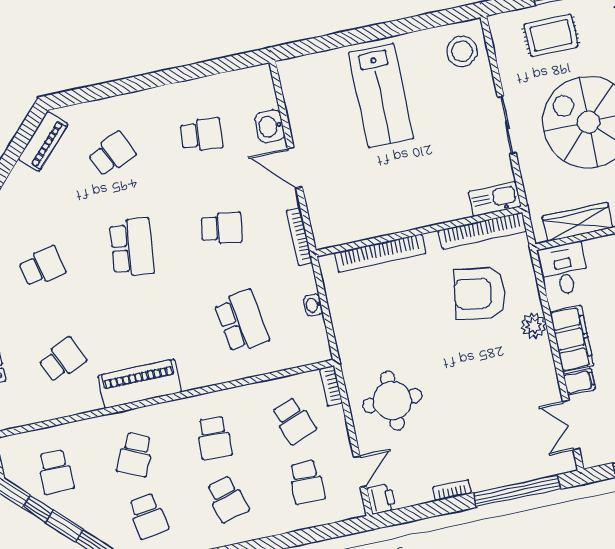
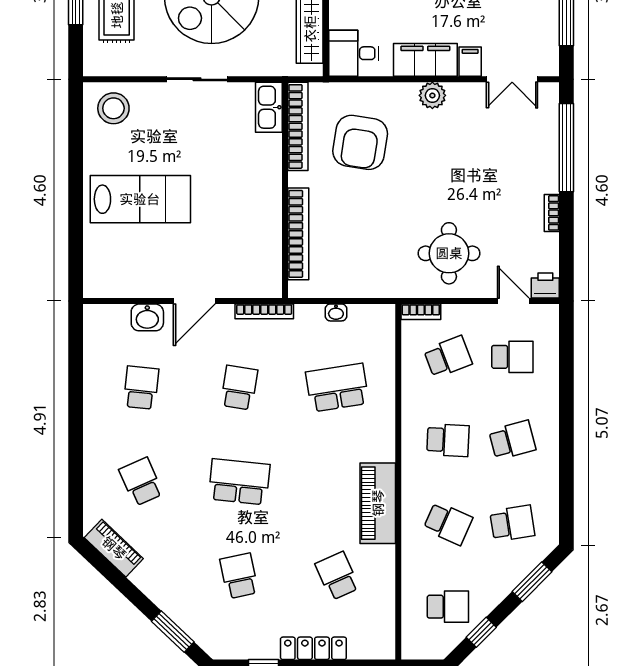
plant: (534, 326) -> (432, 95), moved

